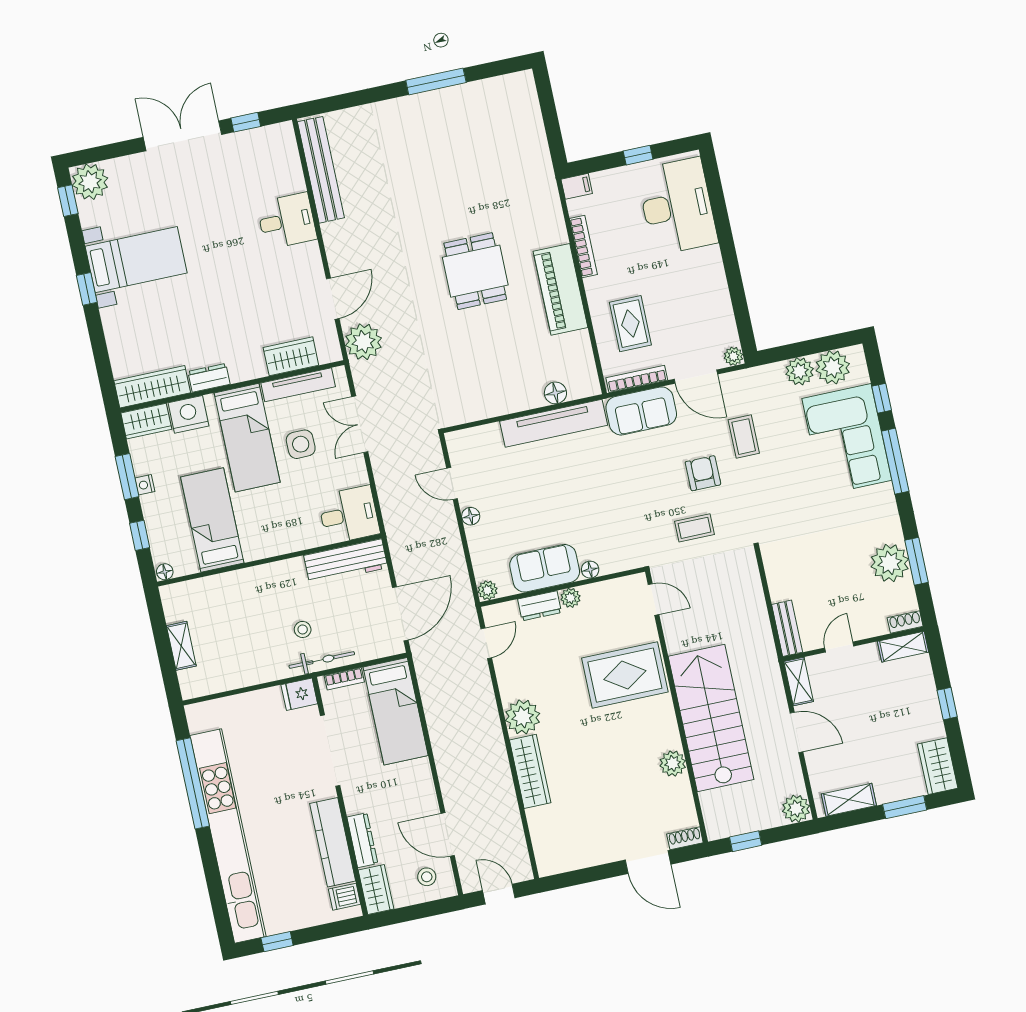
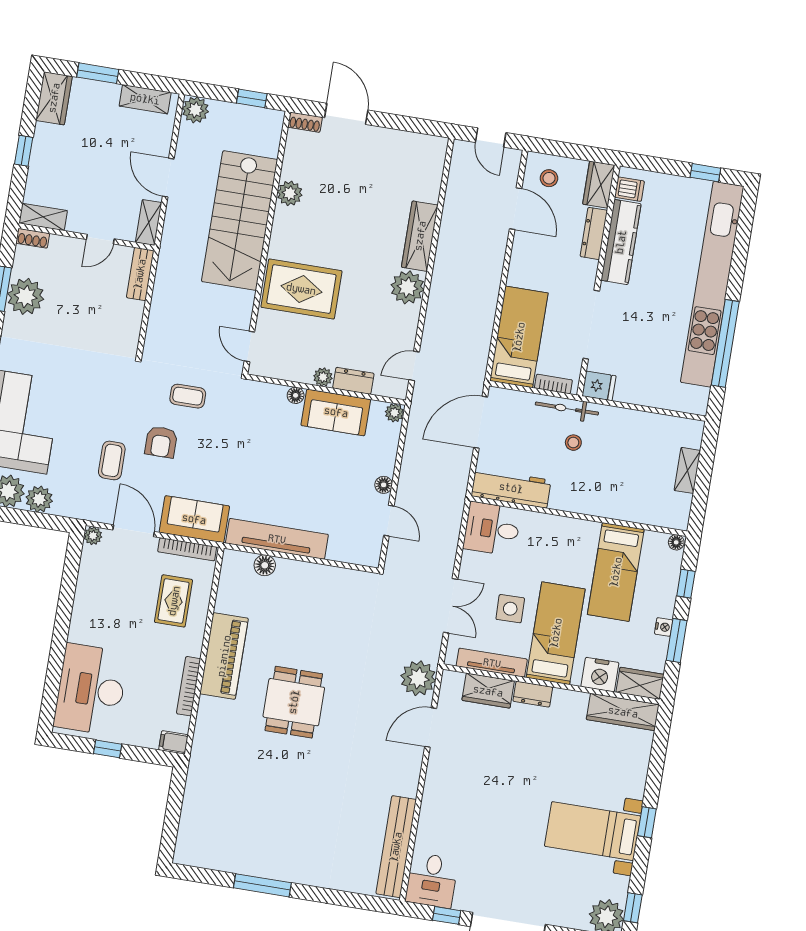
desk: (287, 221) -> (432, 880), moved, turned -90
dresser: (209, 378) -> (533, 694), moved

